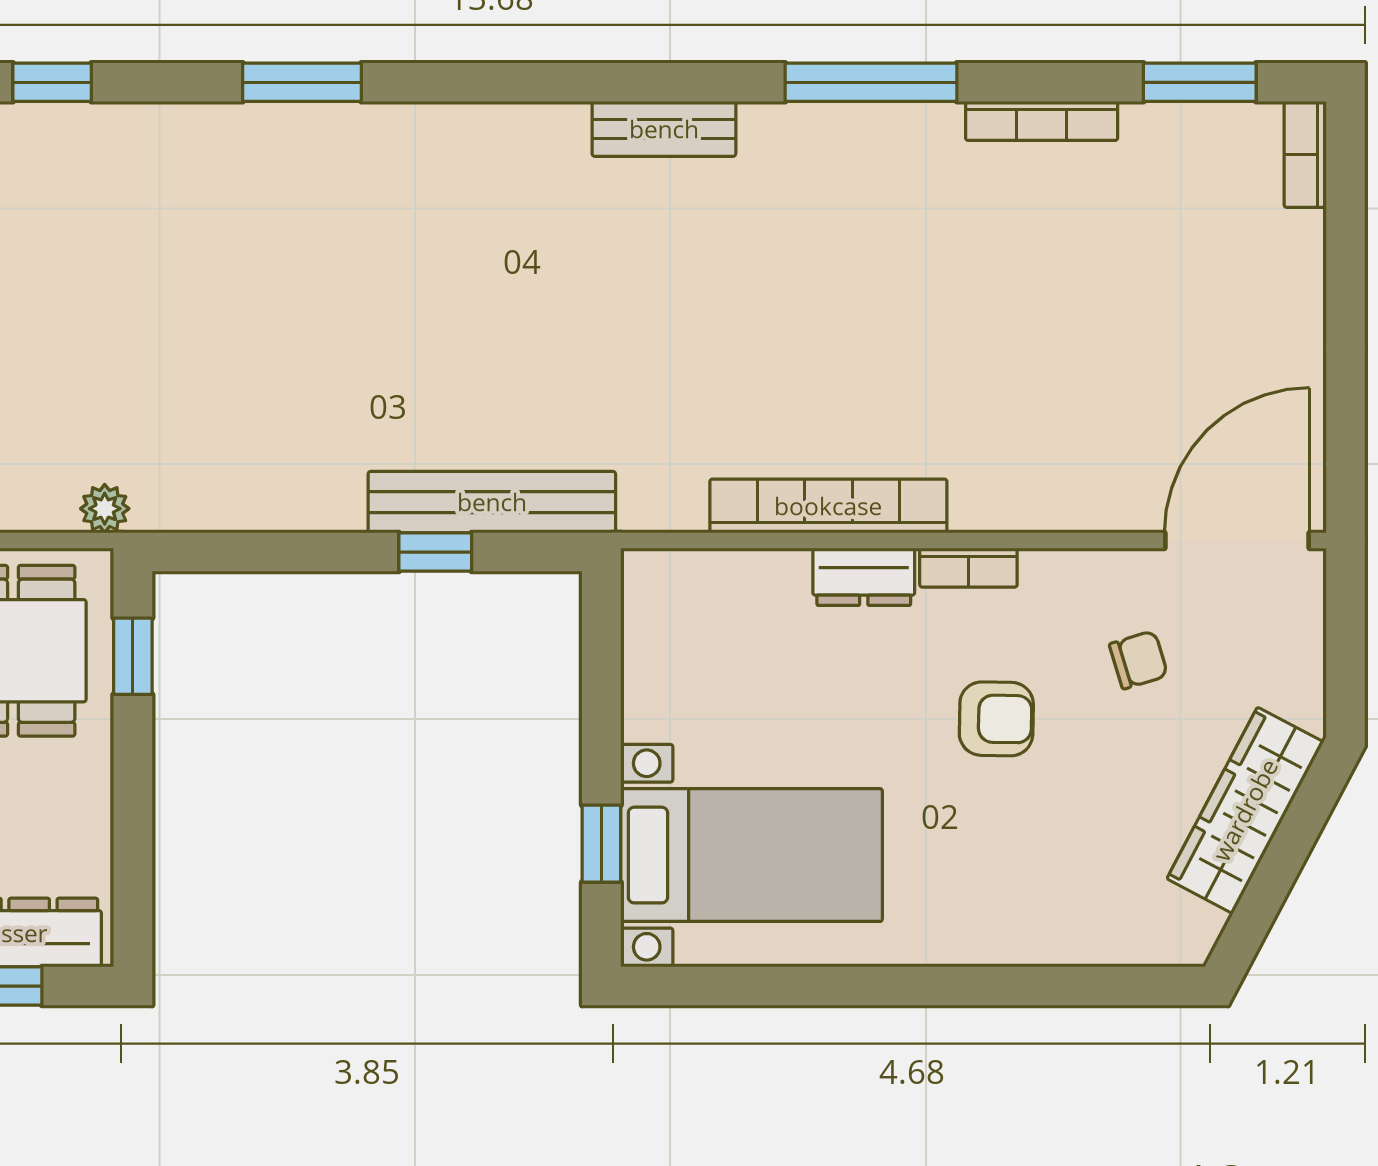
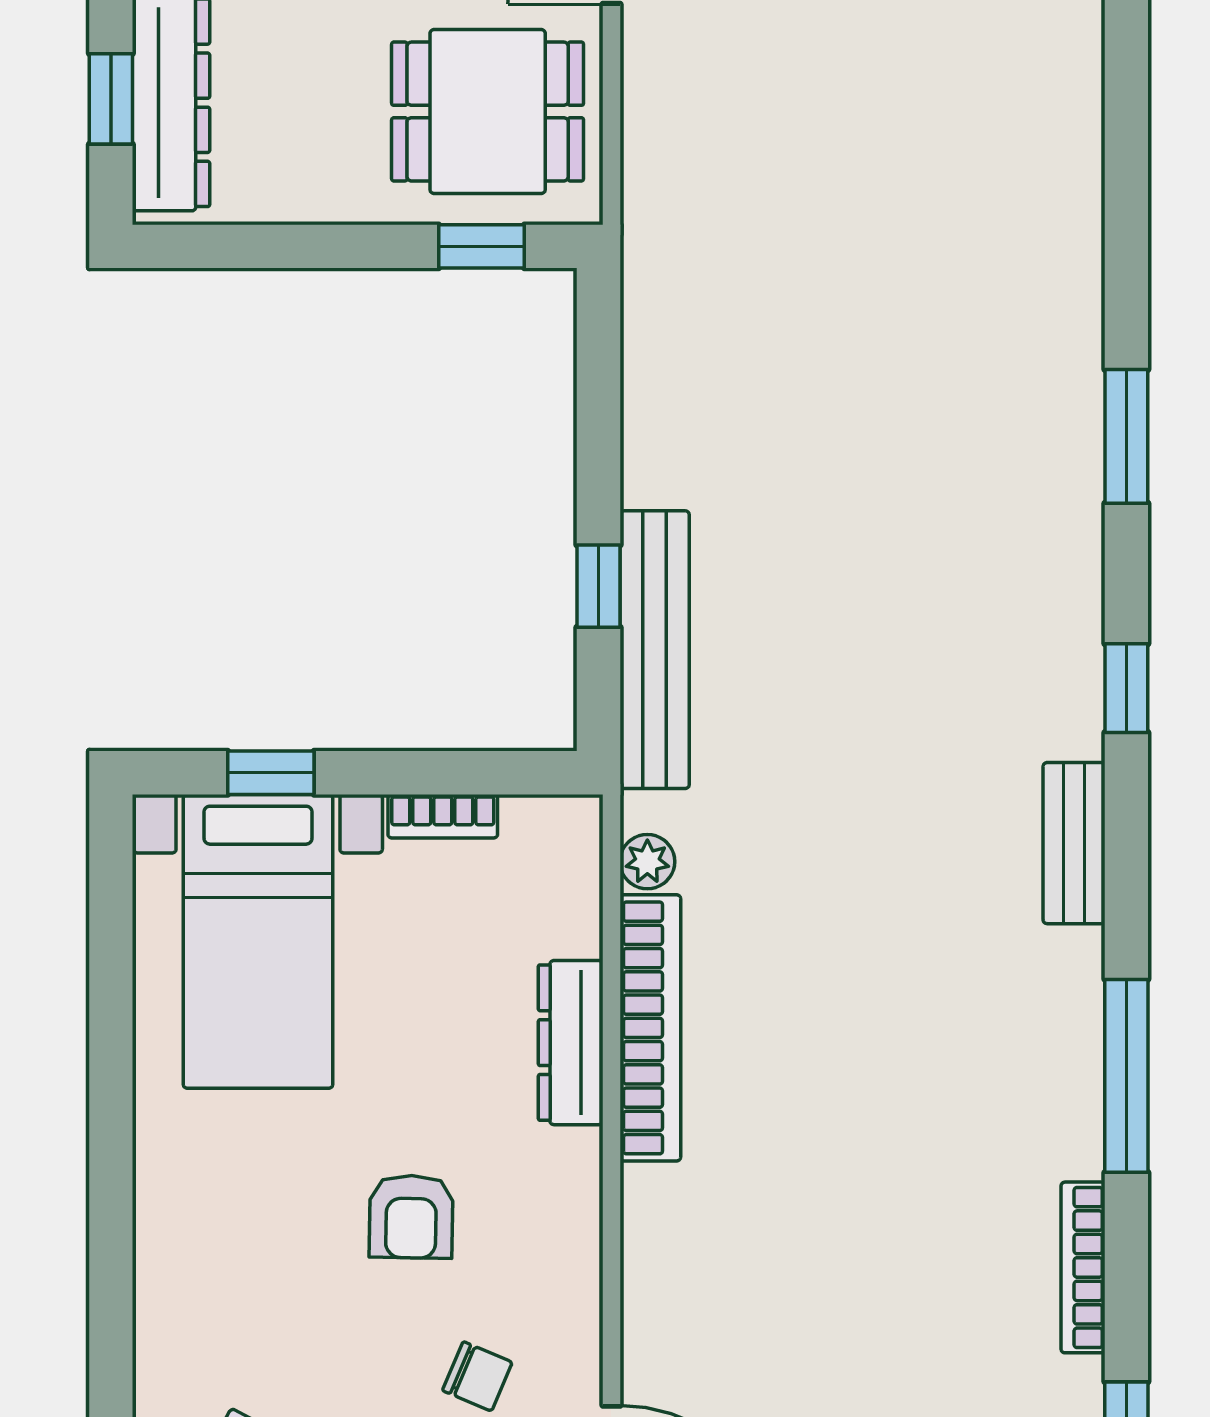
window: (52, 82) -> (1126, 688), moved
plant: (105, 509) -> (647, 862), moved
bookcase: (968, 568) -> (443, 816), moved, turned -90
dresser: (864, 577) -> (571, 1043), width x1.44
chair: (1139, 660) -> (477, 1376), turned -50

